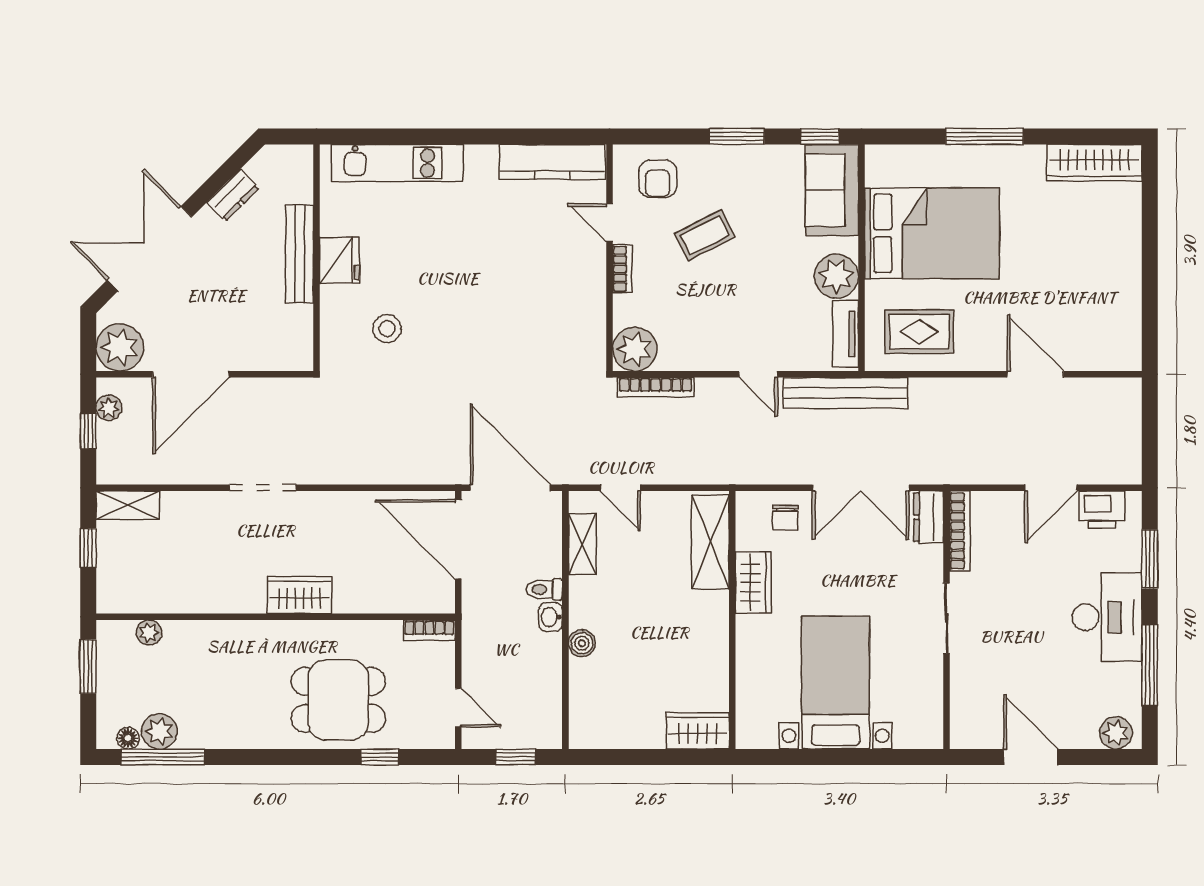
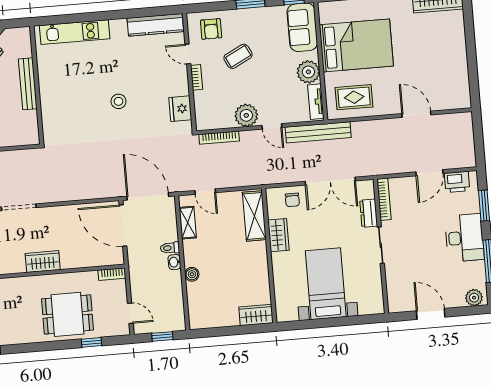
fridge: (340, 260) -> (180, 109), moved, turned 180
stool: (387, 329) -> (119, 101), moved
plant: (635, 349) -> (246, 115), moved
dresser: (929, 517) -> (369, 213), moved

